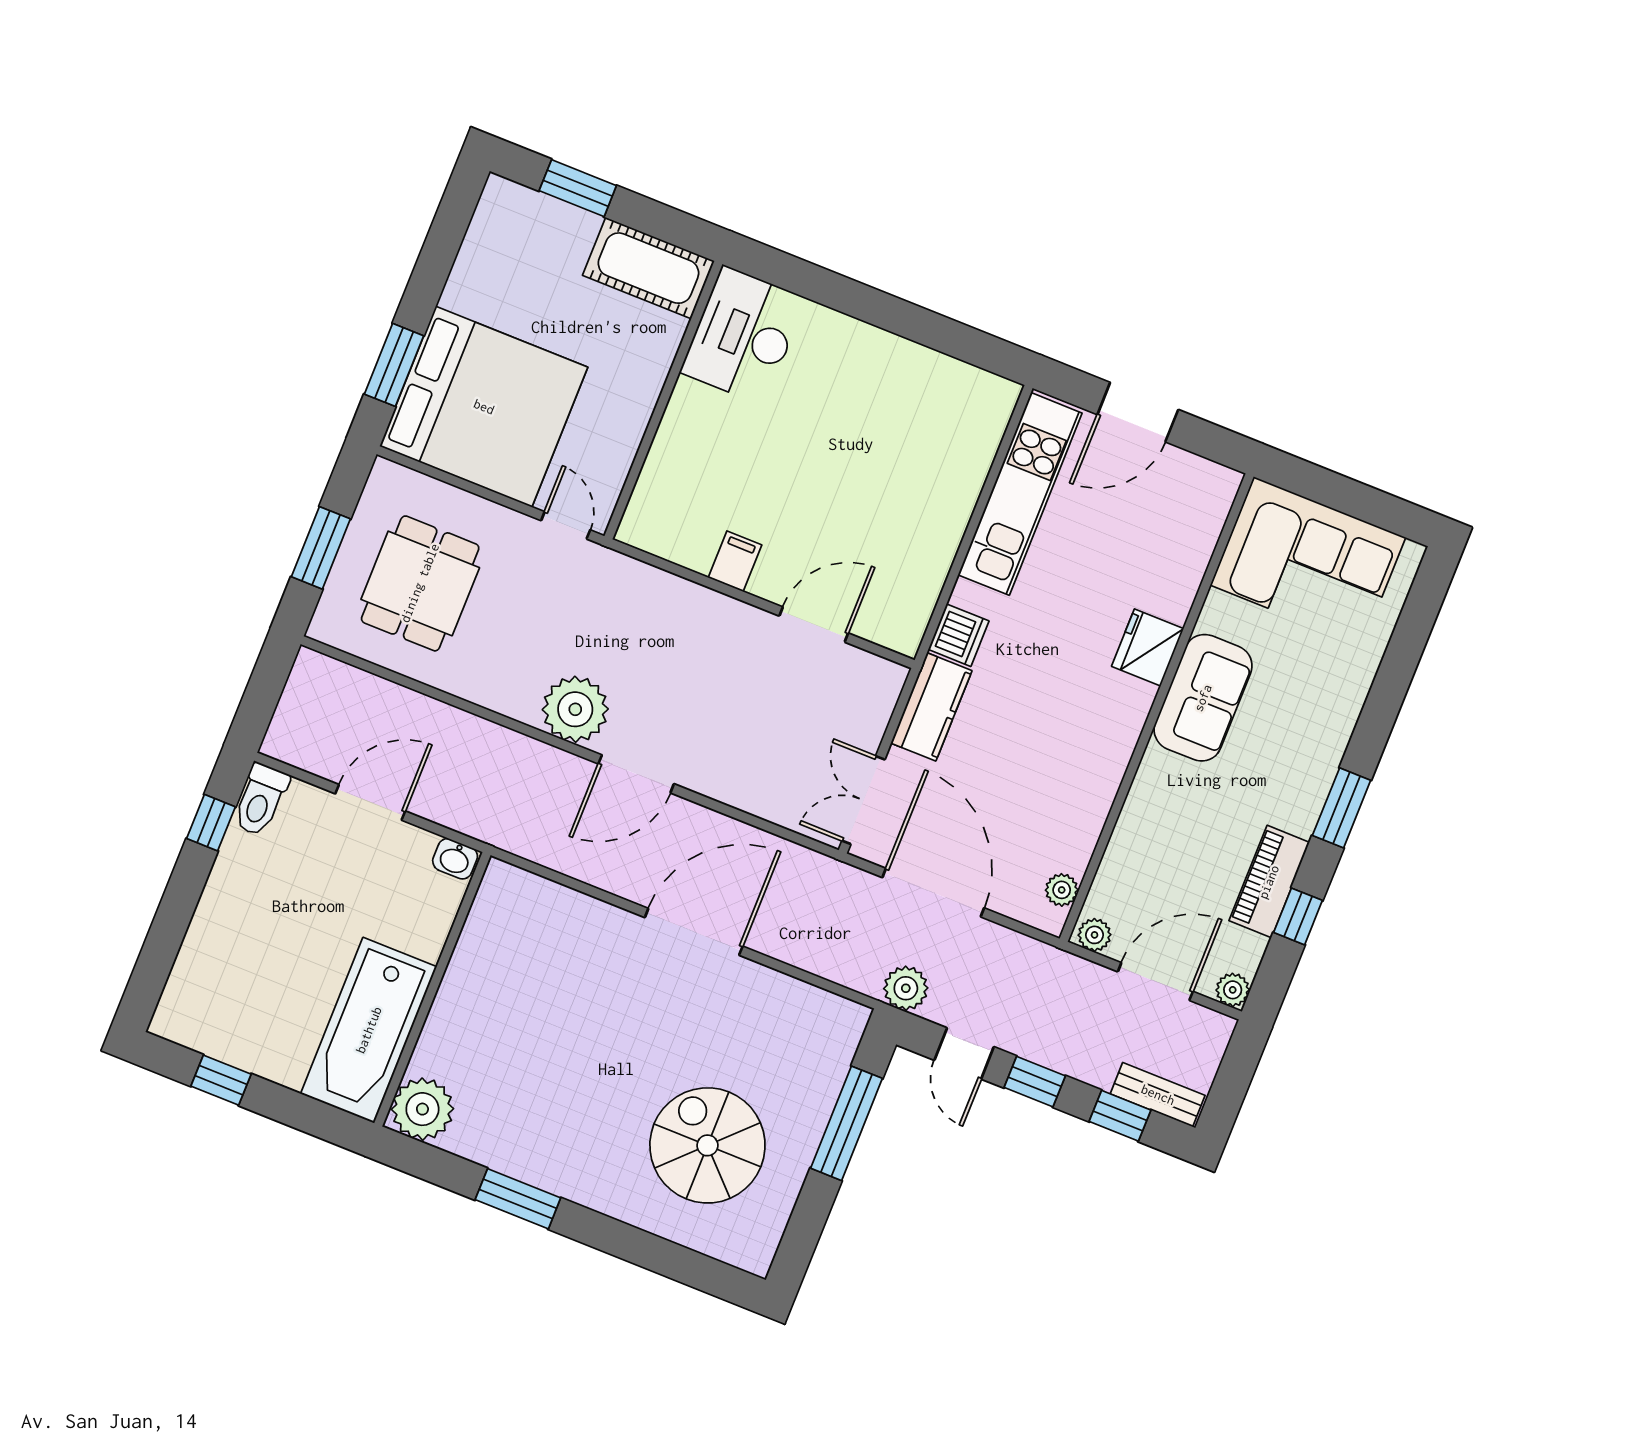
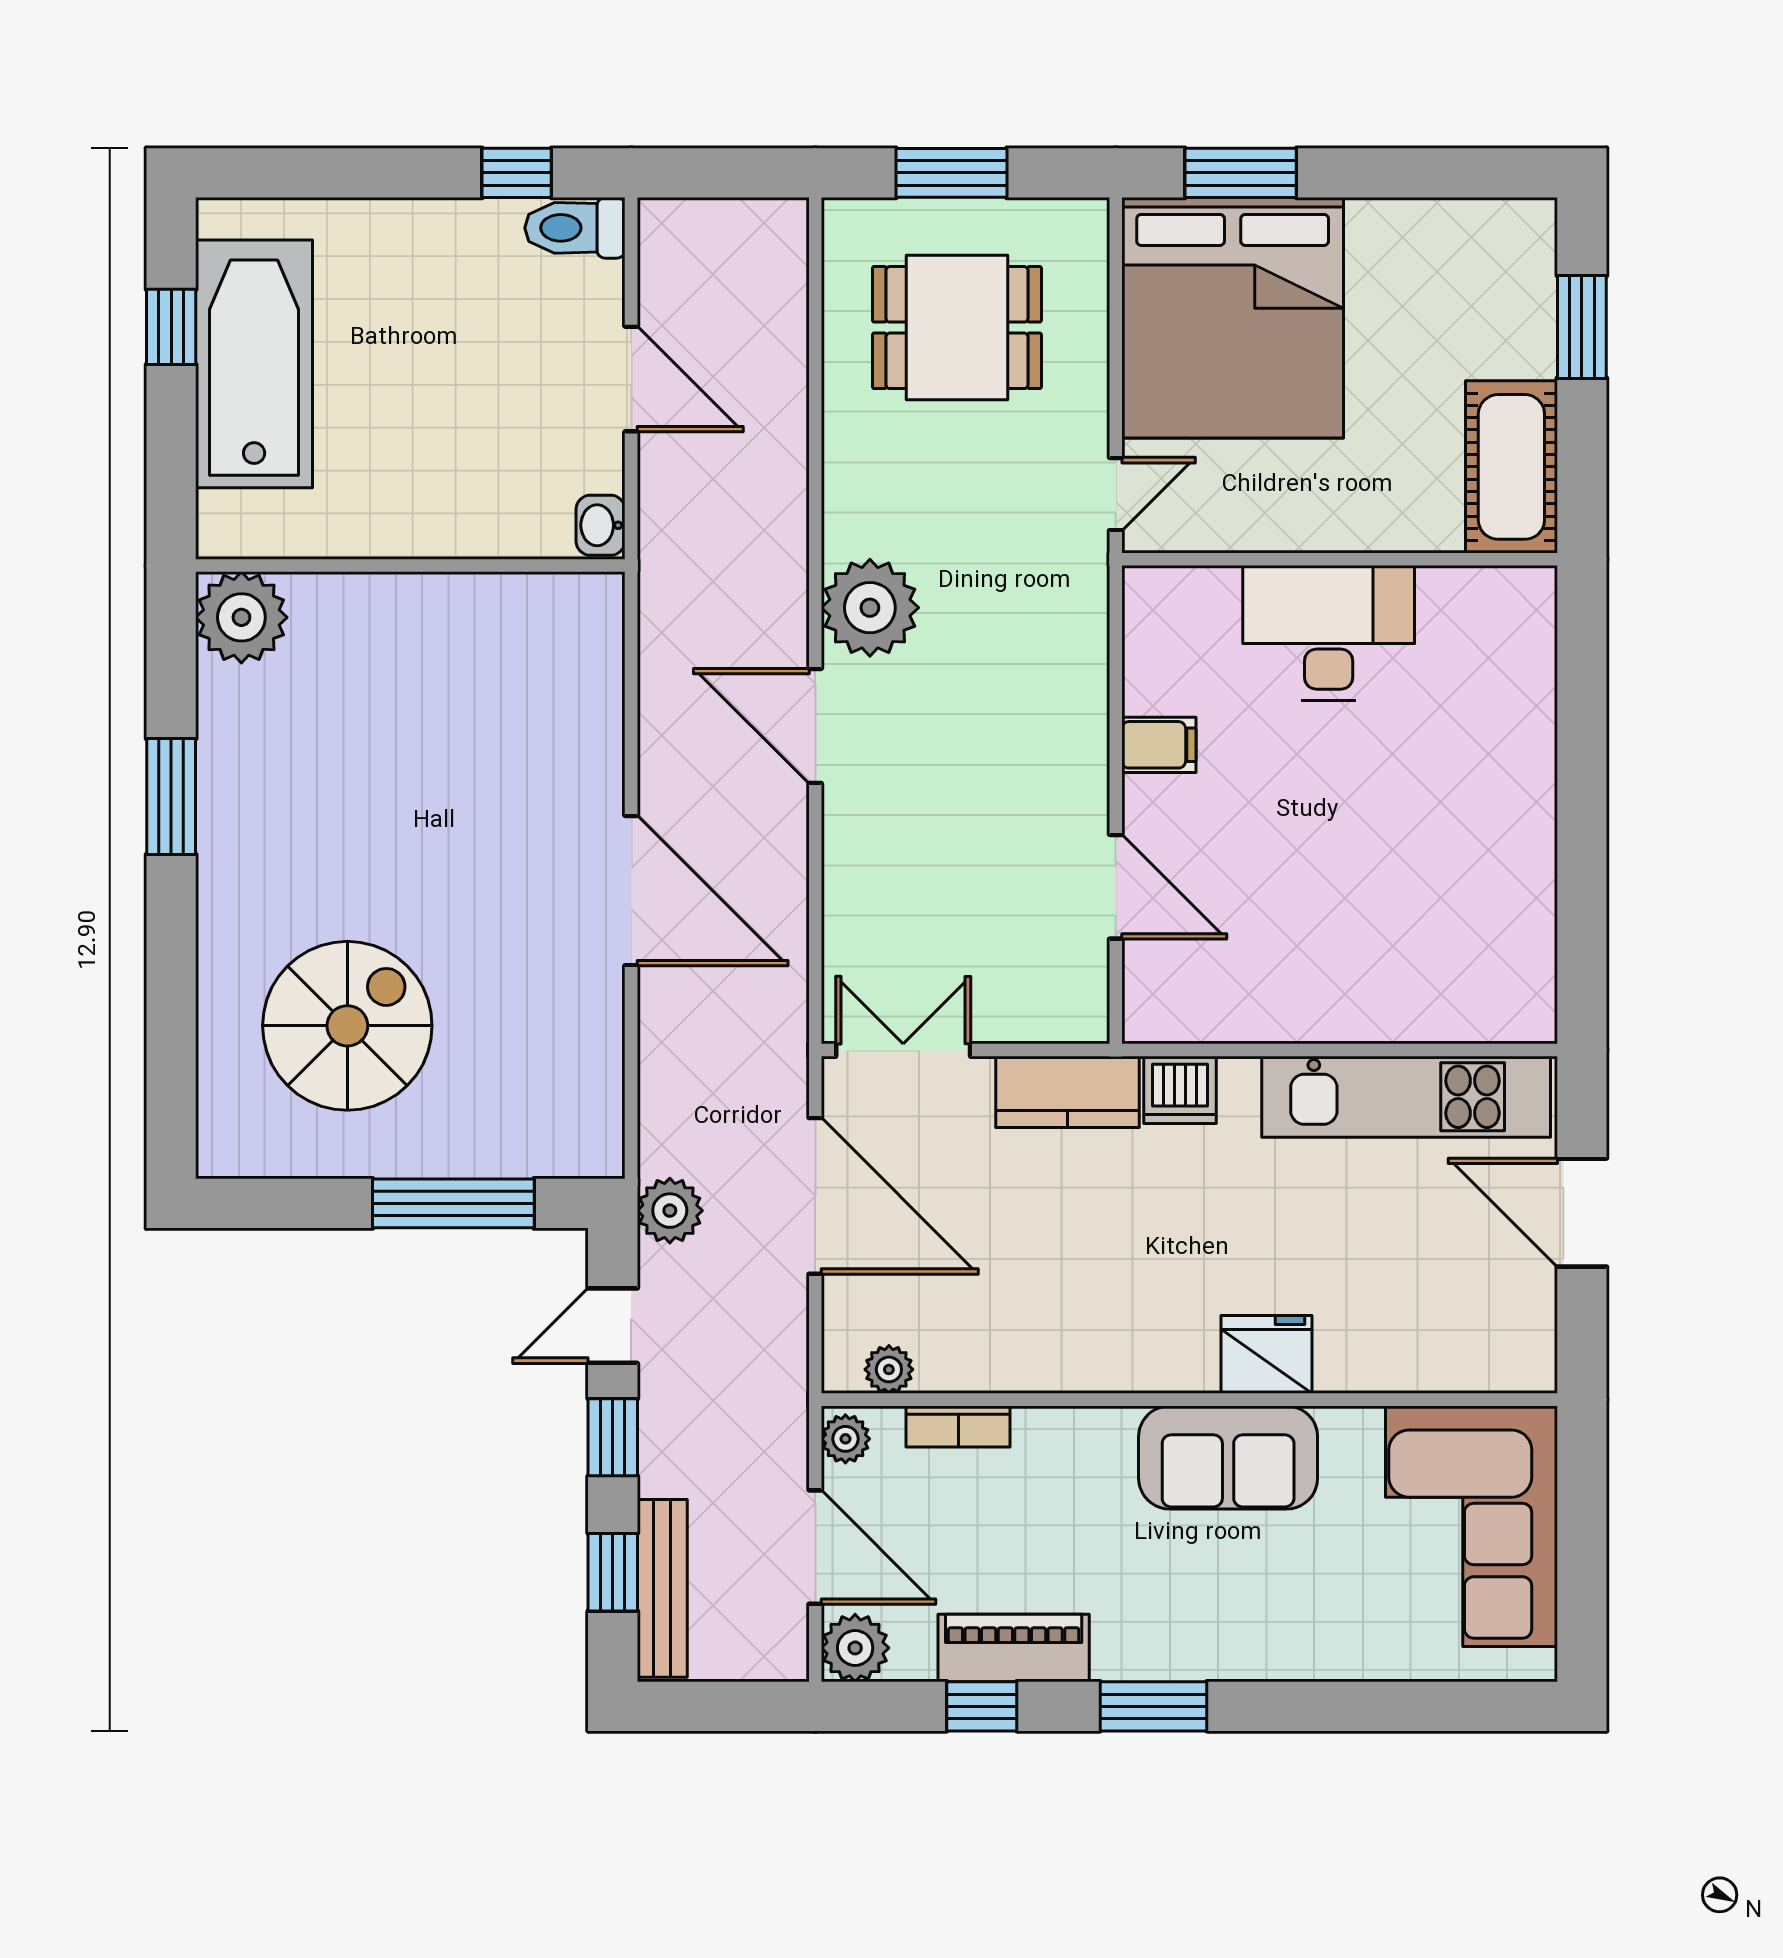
desk: (743, 335) -> (1329, 633), moved
bookcase: (1115, 861) -> (958, 1427), added
door: (933, 893) -> (815, 1196), hinge flipped
plant: (1233, 990) -> (855, 1648), width x1.38, depth x1.38
bathtub: (369, 1030) -> (254, 364), moved, turned 90
bench: (1158, 1095) -> (662, 1588), width x1.36

